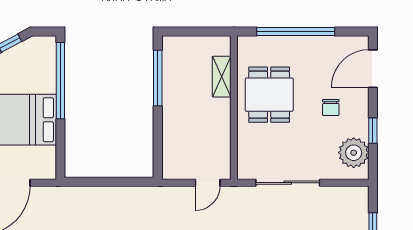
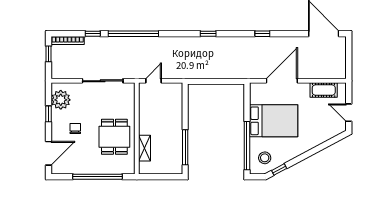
stool: (32, 61) -> (265, 158), added

